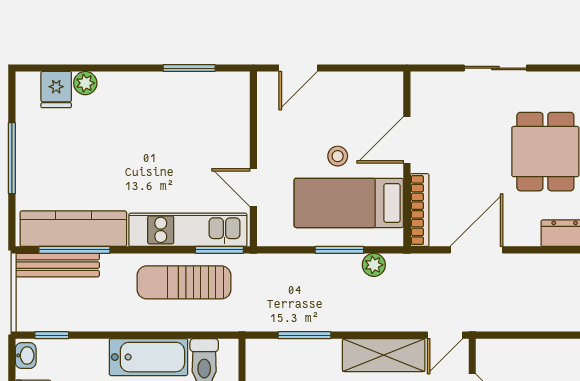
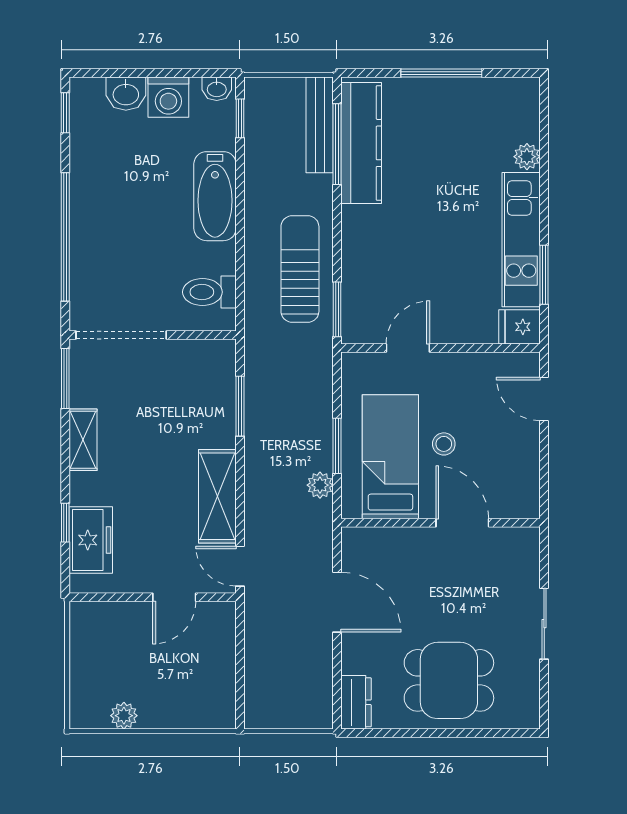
fridge: (56, 90) -> (519, 327), moved
bookcase: (420, 210) -> (382, 537), removed
kitchen unit: (188, 230) -> (521, 240), moved, turned 180
bathtub: (148, 357) -> (215, 196), moved

